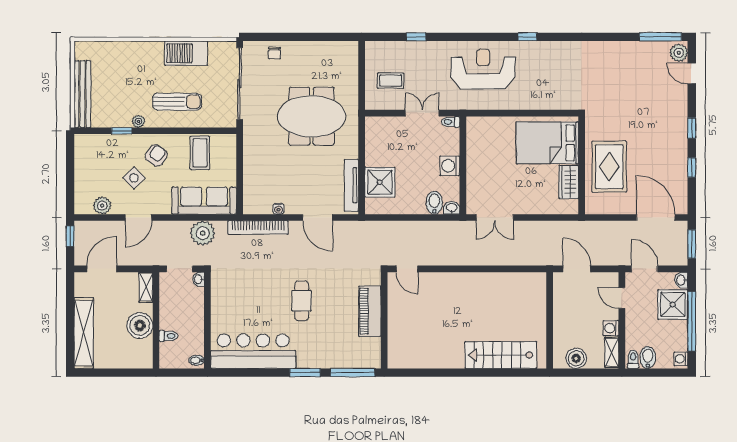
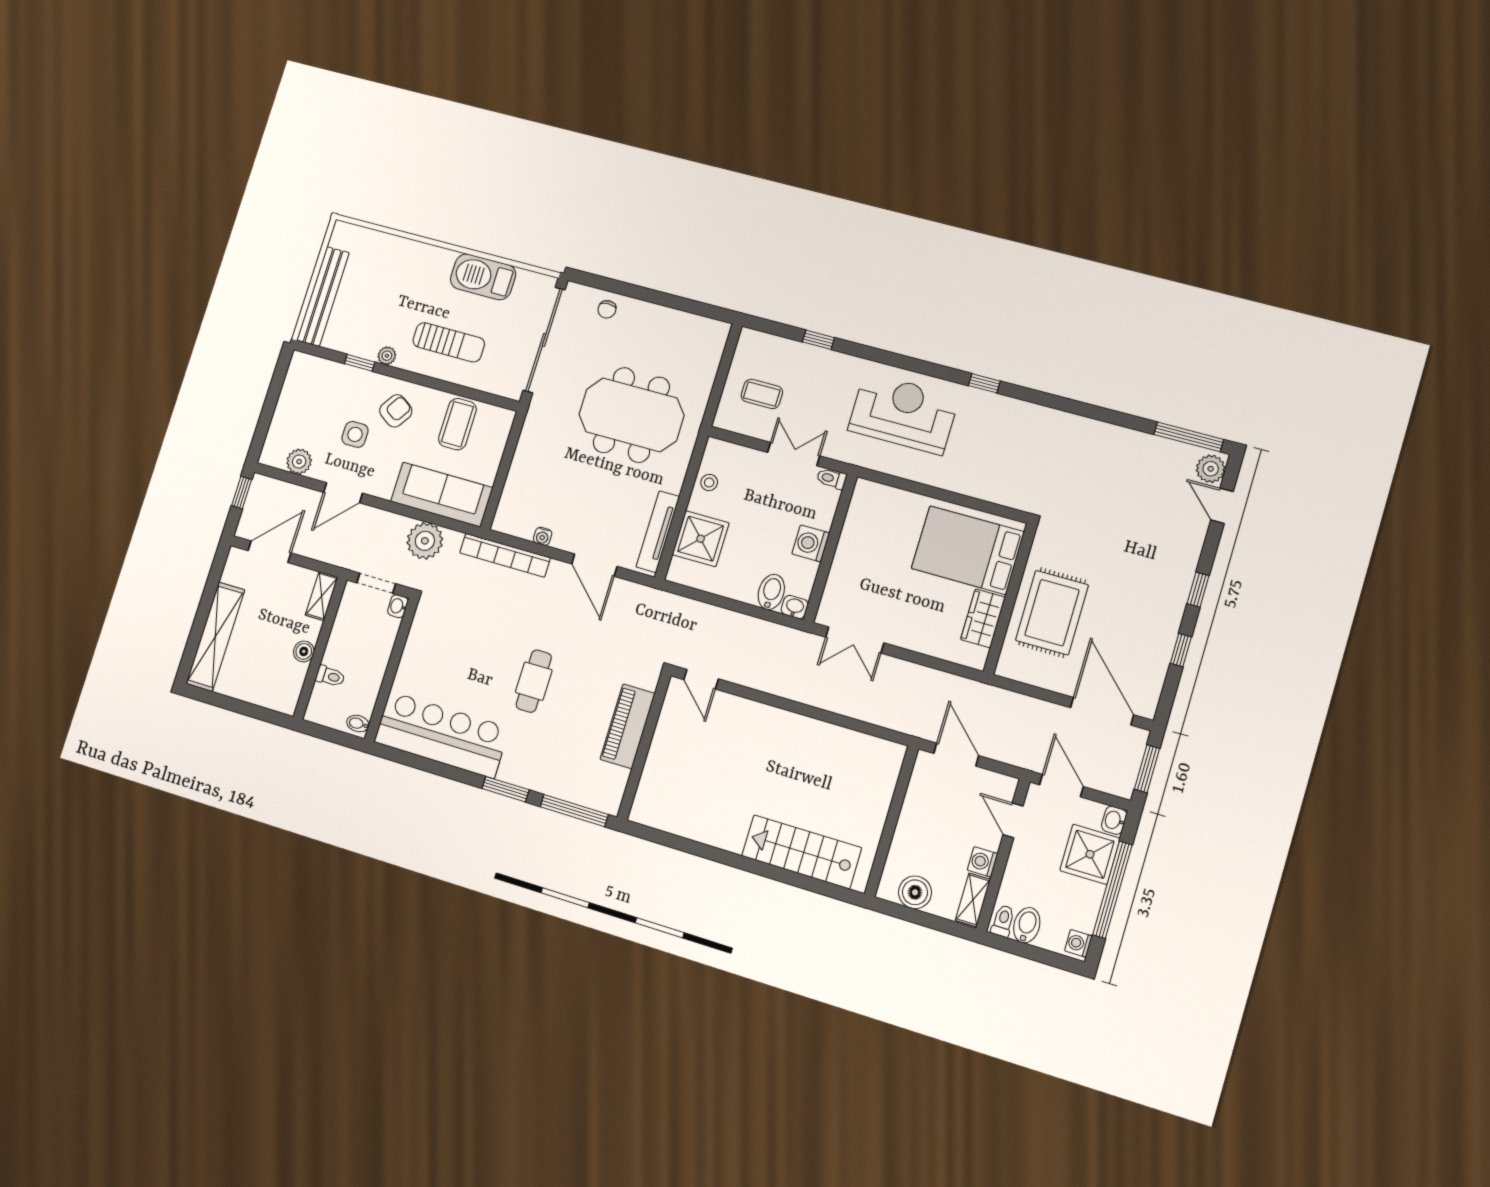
stool: (374, 145) -> (709, 482), added
side table: (134, 178) -> (355, 434), turned 45
boiler: (140, 326) -> (304, 651), width x0.54, depth x0.54

